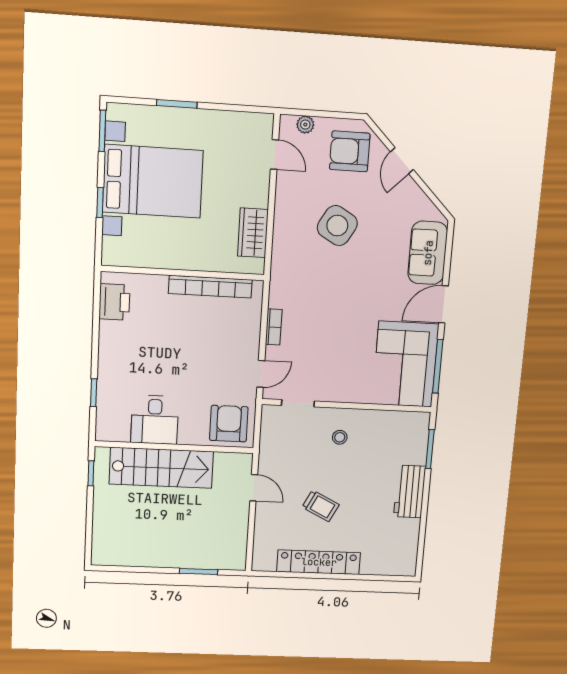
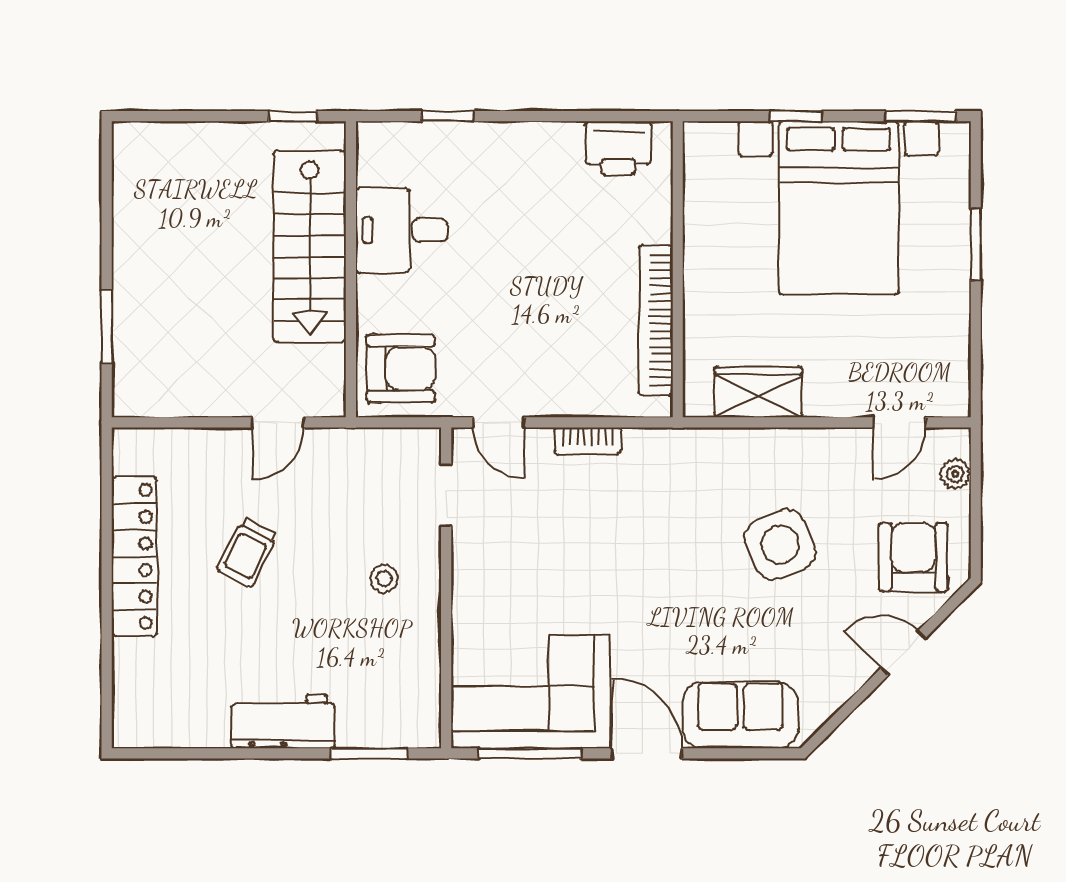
side table: (337, 226) -> (780, 545), turned 37

